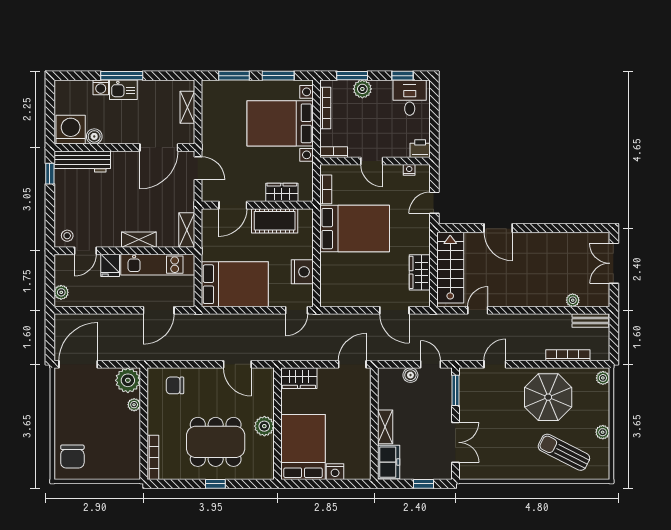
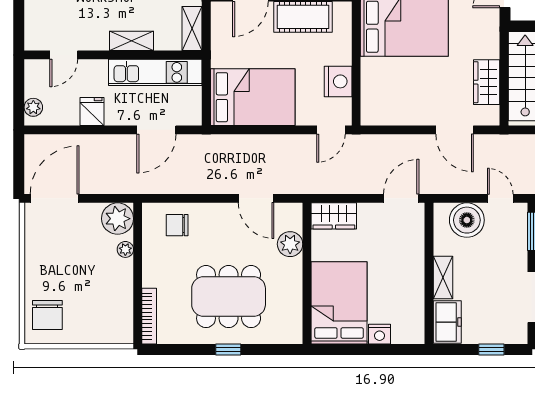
stool: (67, 236) -> (41, 36), removed
fridge: (110, 265) -> (92, 112), moved, turned 180
boiler: (410, 375) -> (467, 220), width x1.86, depth x1.86
plant: (264, 426) -> (290, 244), moved

